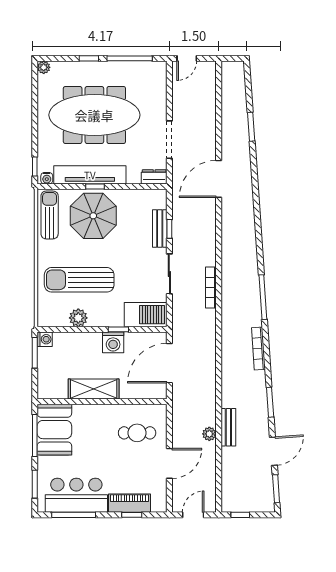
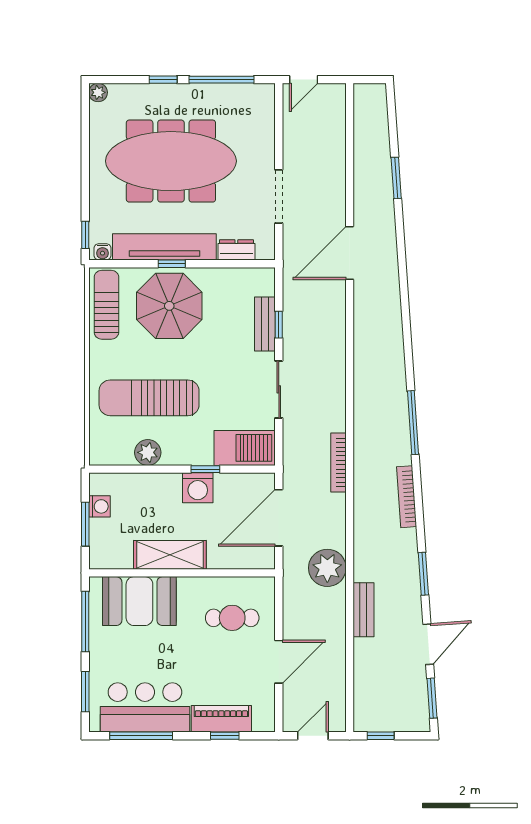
dresser: (154, 177) -> (236, 250), moved
bookcase: (211, 288) -> (338, 463), moved
washing machine: (45, 339) -> (99, 506), moved
window: (35, 353) -> (85, 524), moved
booth: (54, 430) -> (139, 601), moved, turned 90
plant: (209, 434) -> (327, 568), moved, width x1.87, depth x1.87

